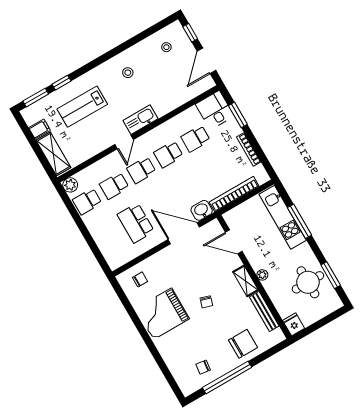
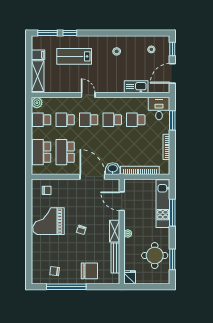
kitchen sink: (140, 120) -> (136, 87), moved
door: (124, 142) -> (88, 95), swing flipped
school desk: (109, 239) -> (42, 152), added

